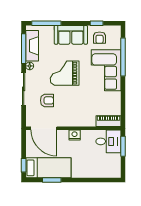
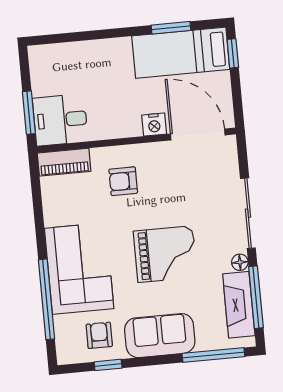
armchair: (47, 100) -> (123, 181), moved
nightstand: (75, 135) -> (154, 125), moved

